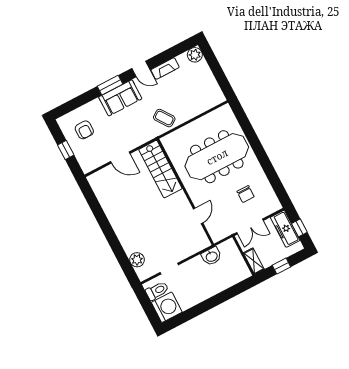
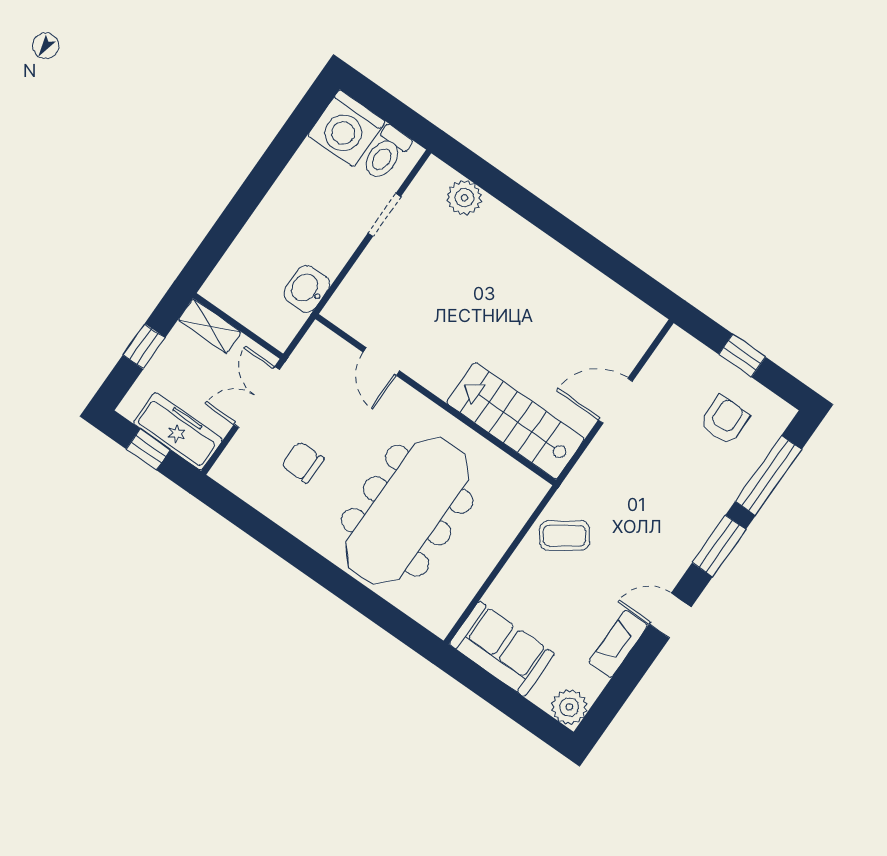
sofa: (120, 98) -> (502, 649), moved, turned 90
window: (79, 101) -> (768, 475), added
armchair: (84, 130) -> (724, 420), turned 90

